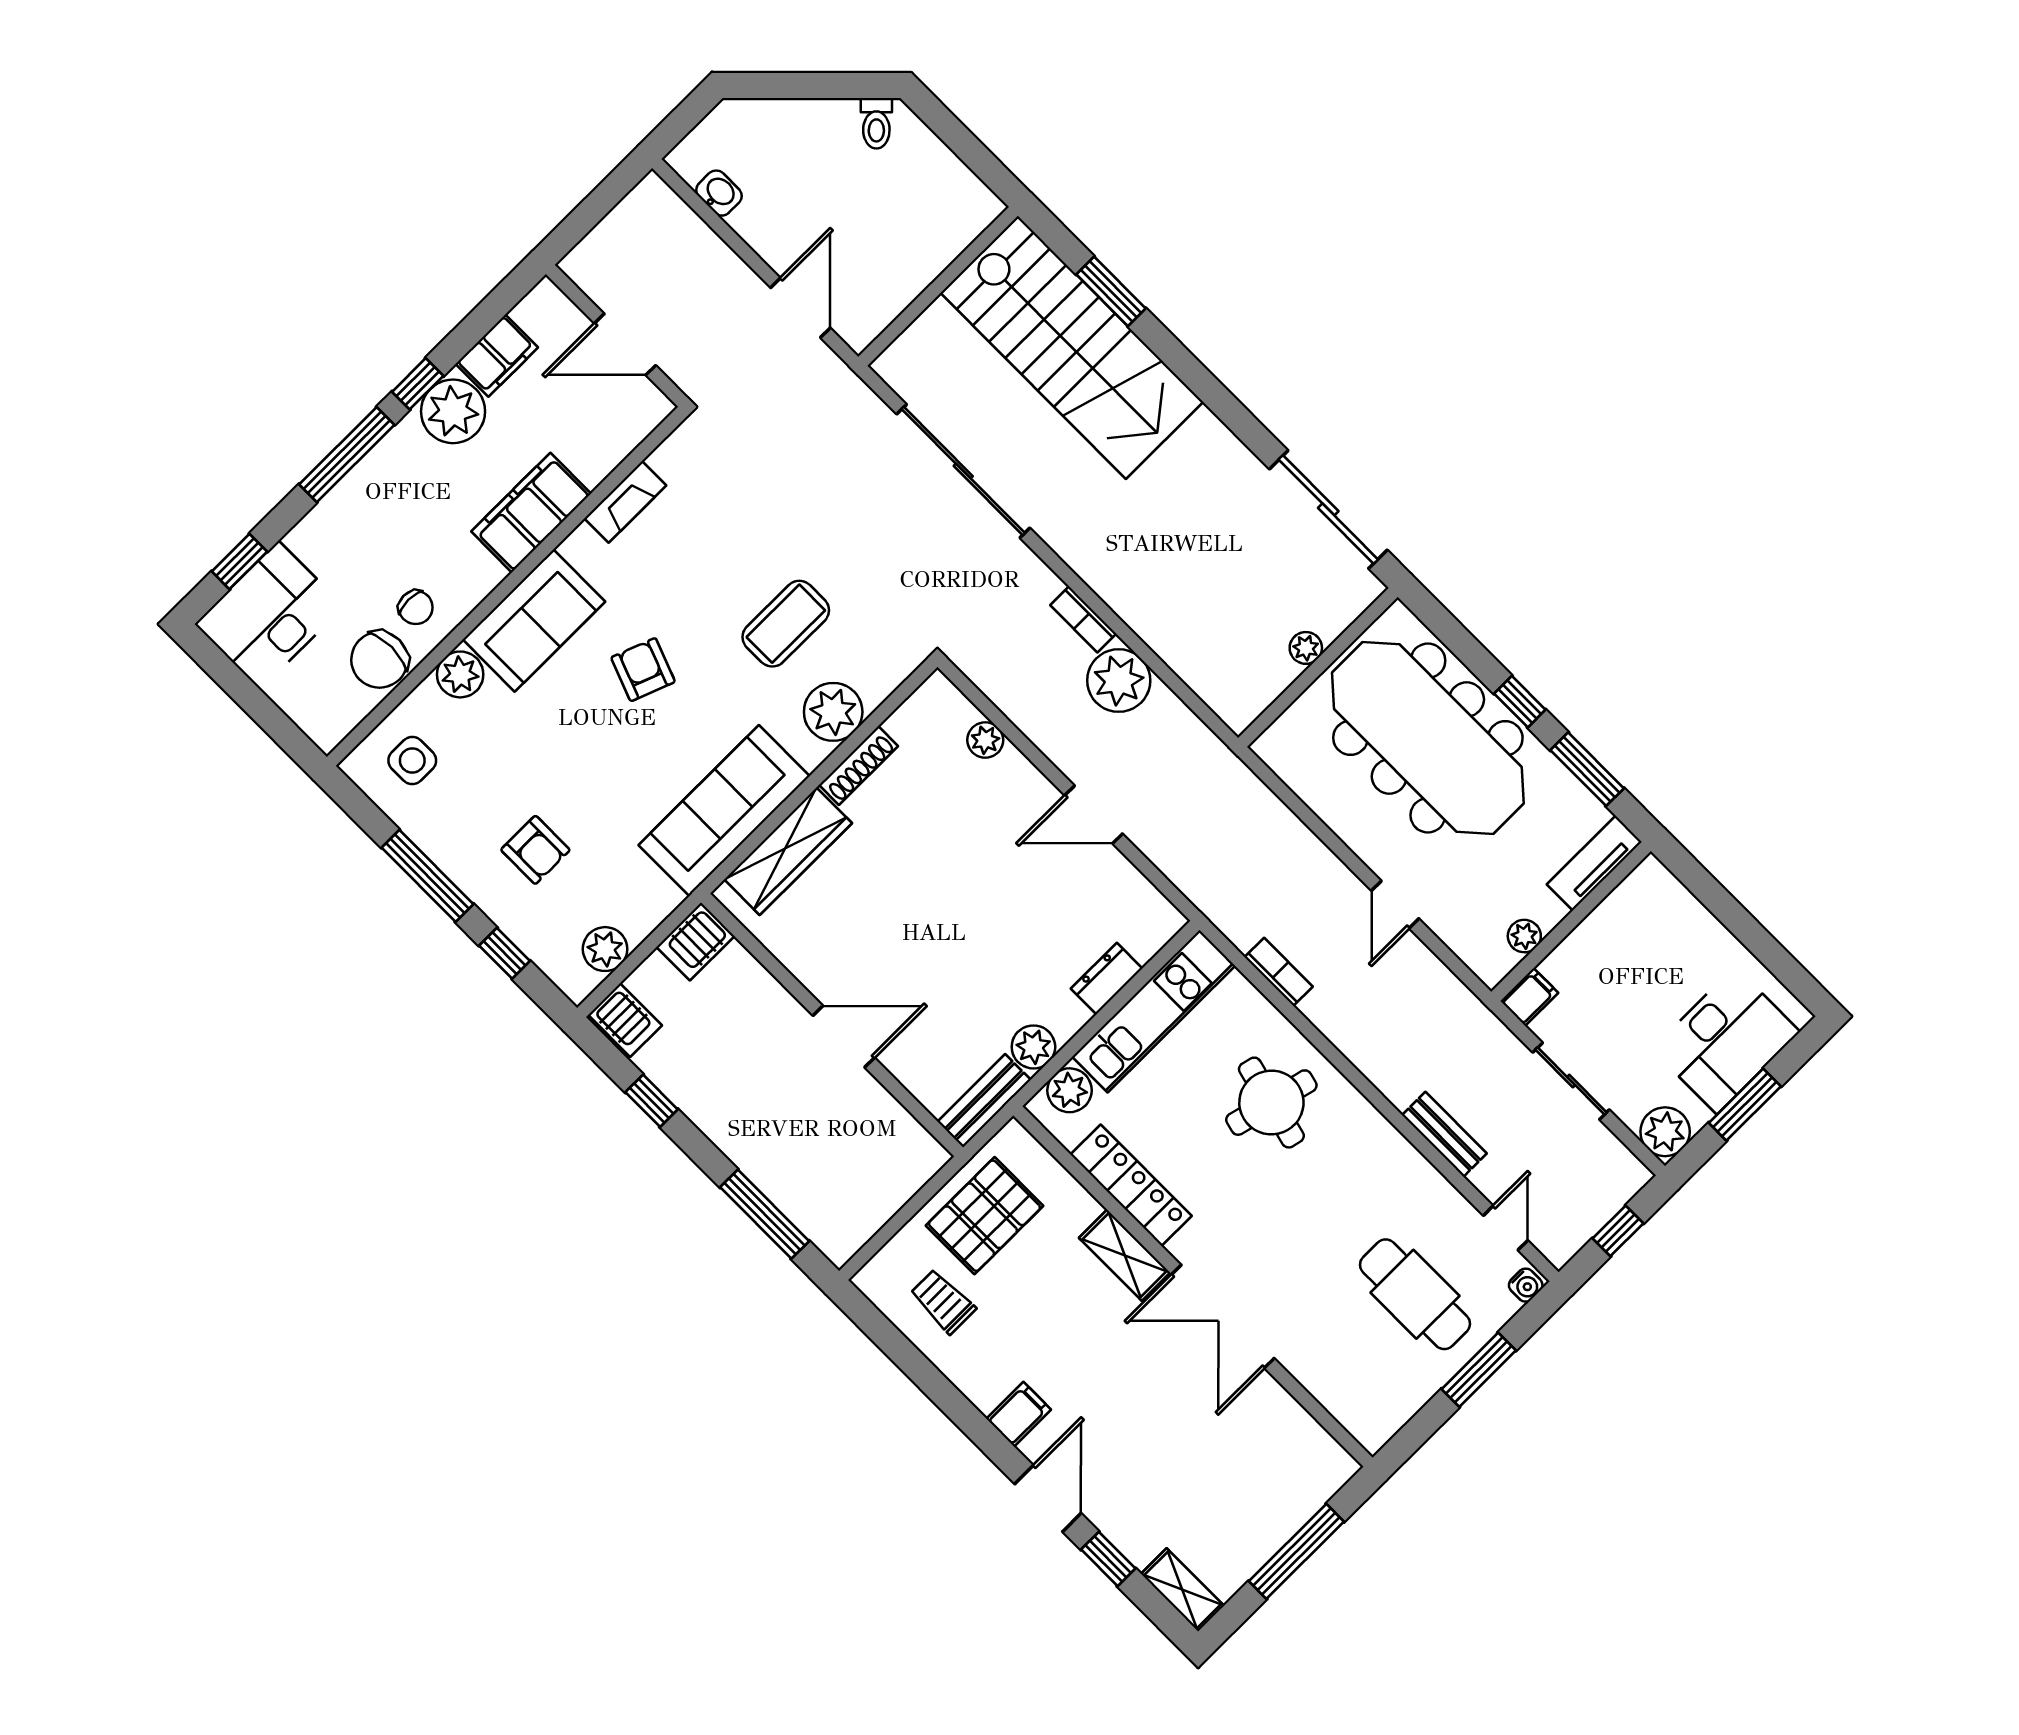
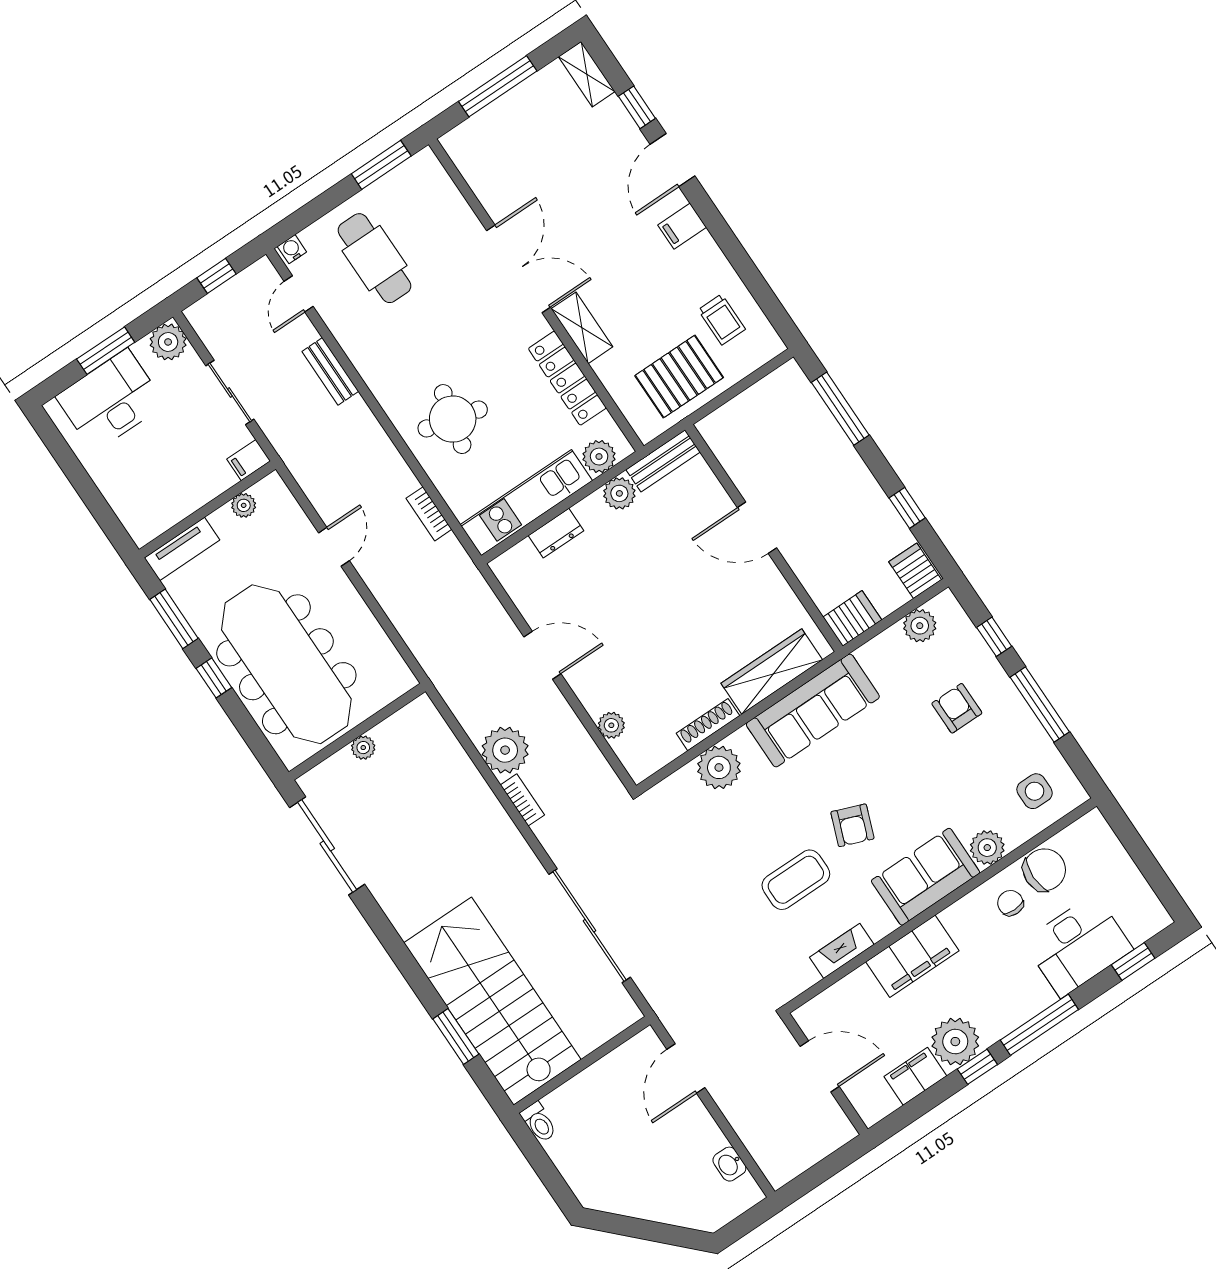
toilet: (876, 123) -> (539, 1122), moved, turned 135
desk: (269, 615) -> (1078, 946), moved
coffee table: (786, 624) -> (796, 880), moved
window: (1479, 1370) -> (381, 165), moved

